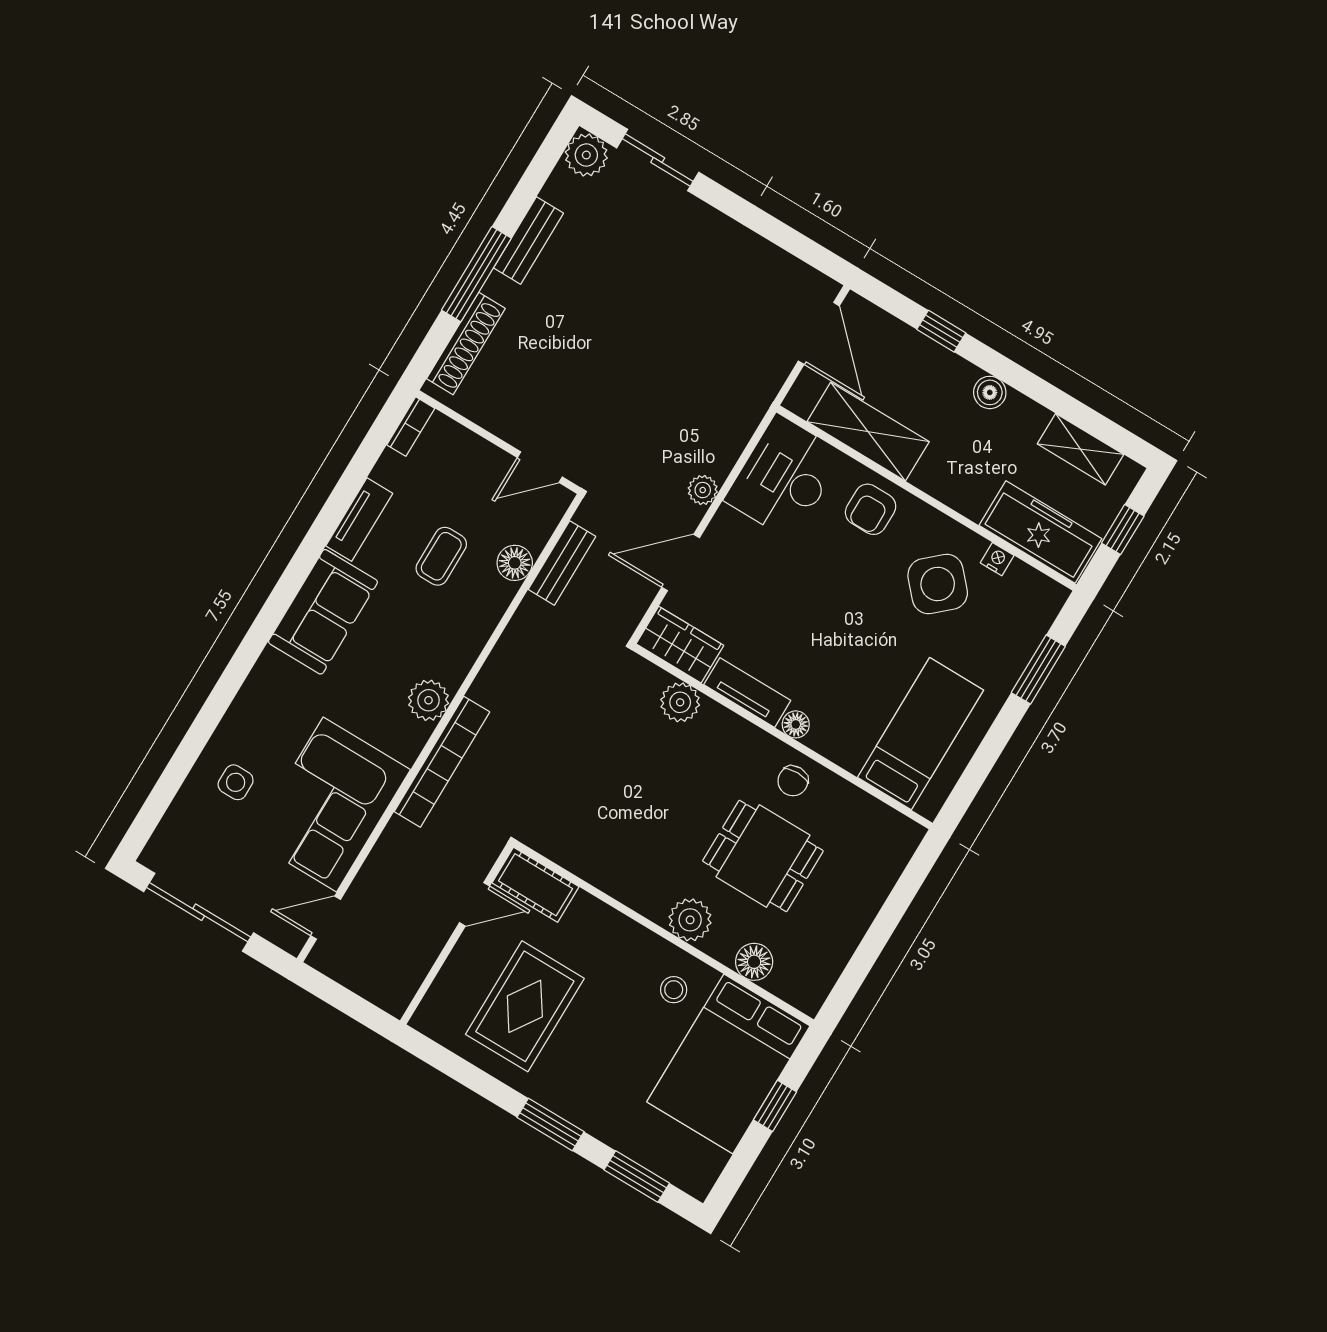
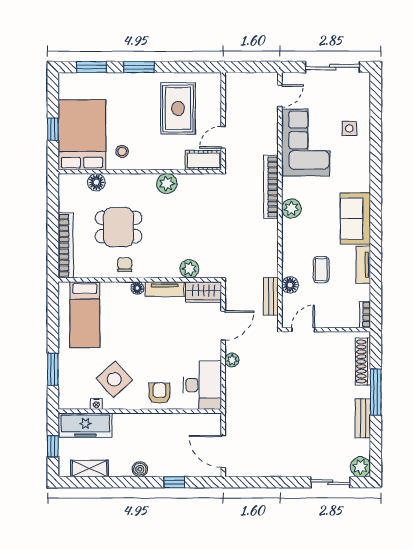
shelving: (868, 432) -> (179, 424), removed
bookcase: (879, 881) -> (66, 245), added
plant: (690, 920) -> (167, 184), moved

